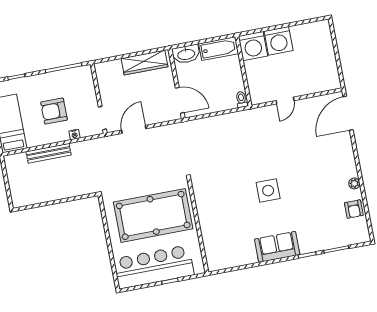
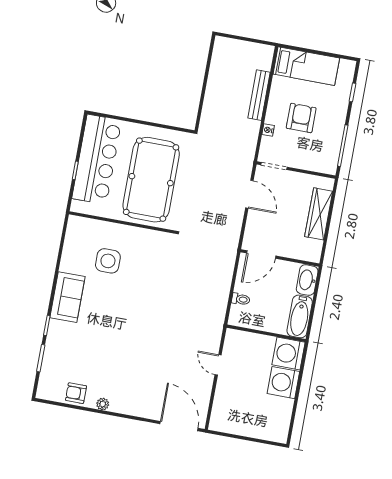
wardrobe: (144, 63) -> (319, 214), moved
toilet: (241, 99) -> (241, 299), moved
side table: (268, 191) -> (108, 261), moved

